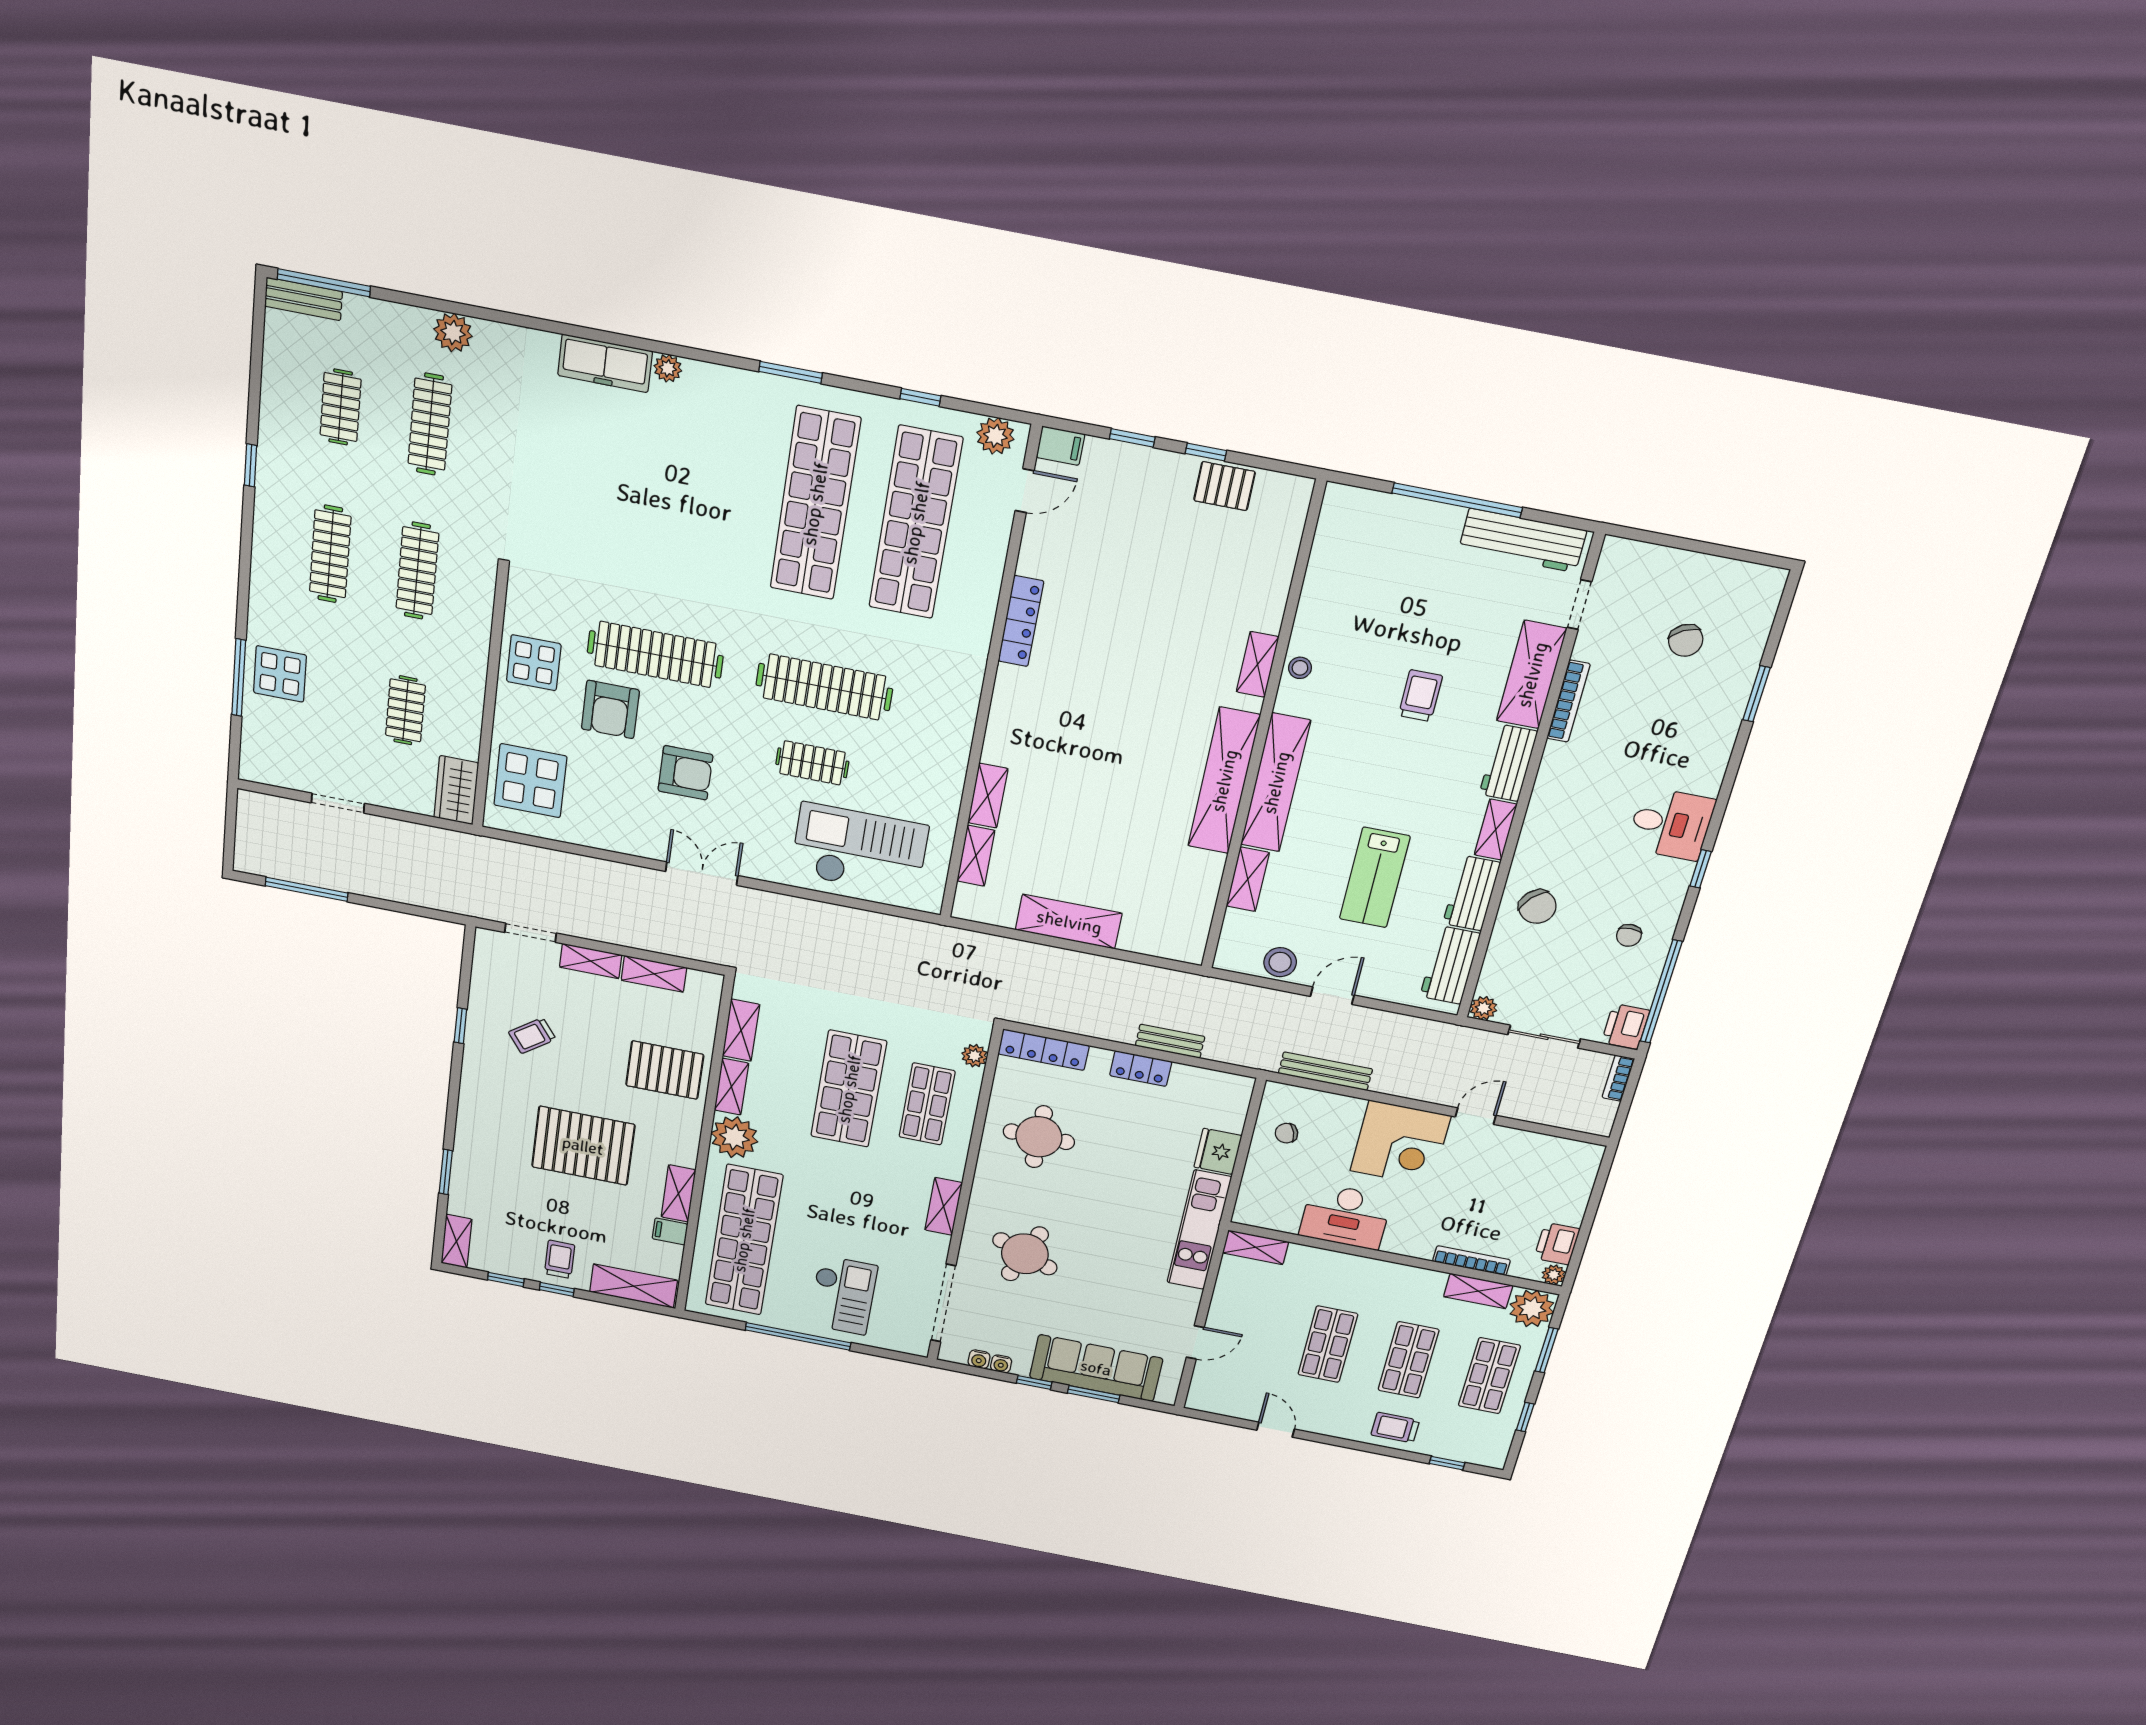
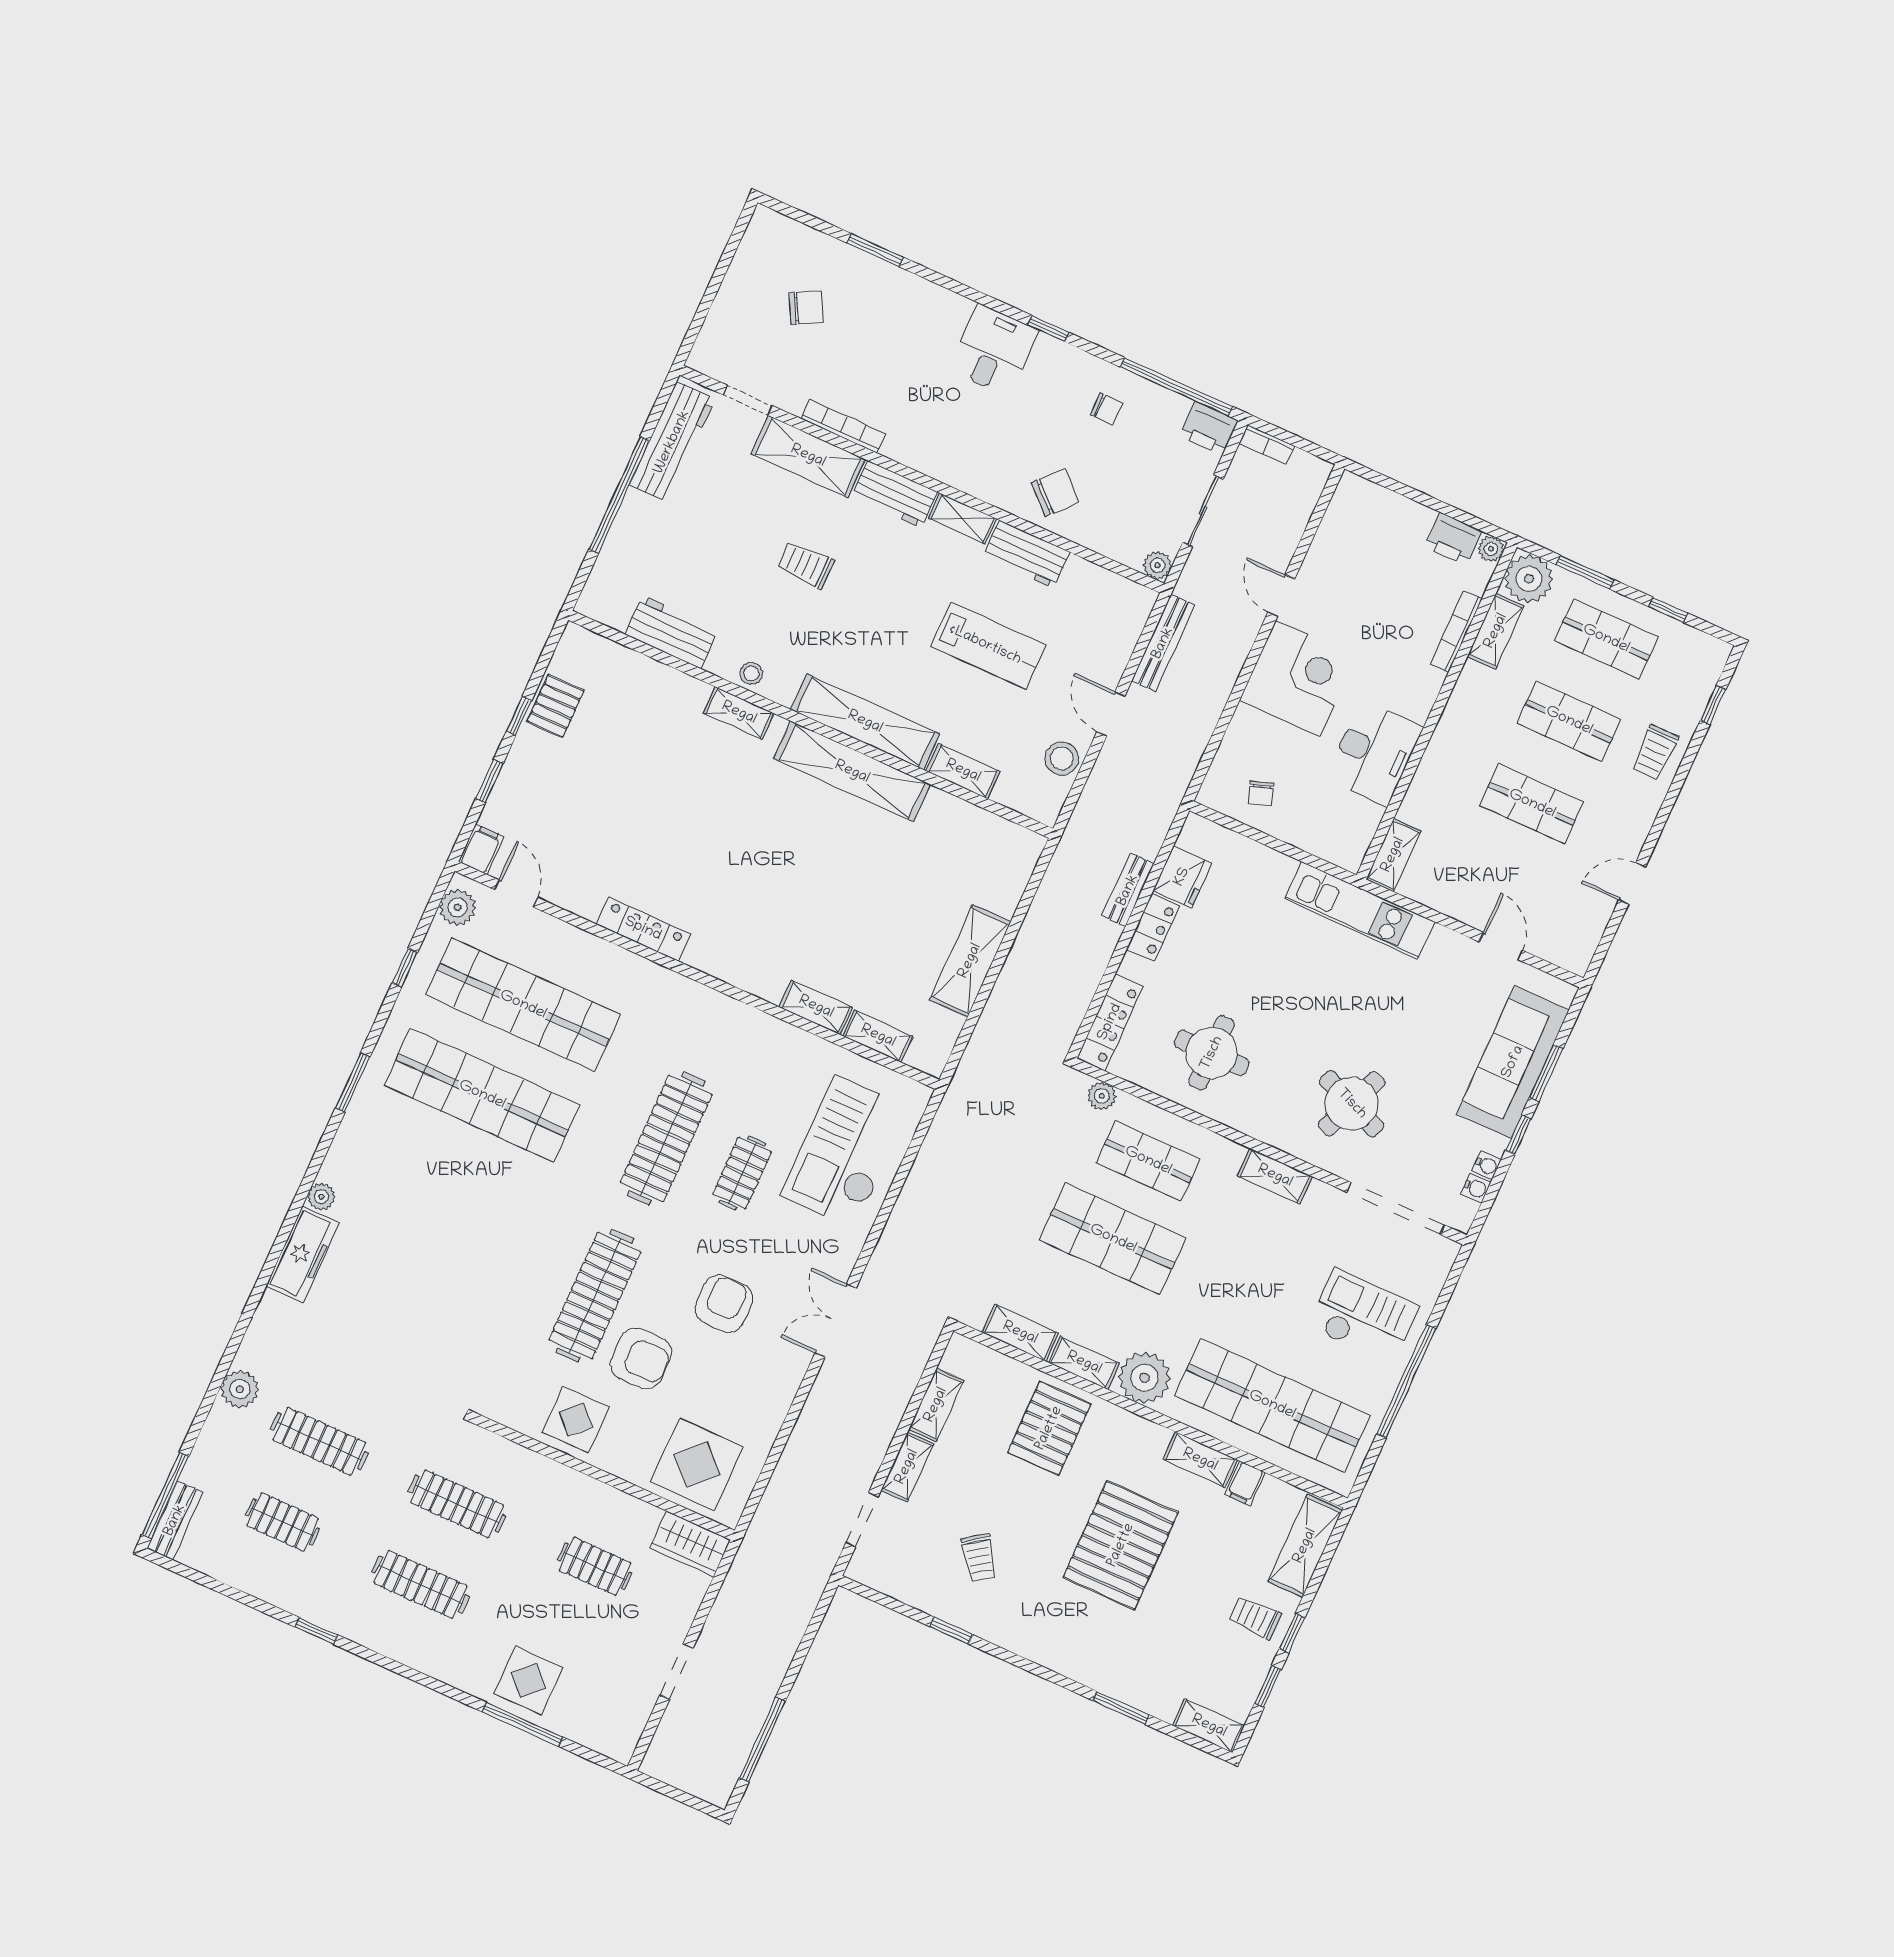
workbench: (1450, 965) -> (671, 632), moved, turned 180
bench: (1325, 1071) -> (1163, 643), moved
fridge: (1218, 1151) -> (1182, 877), moved, turned -90

